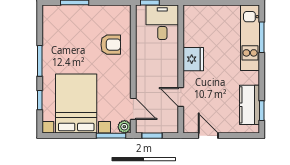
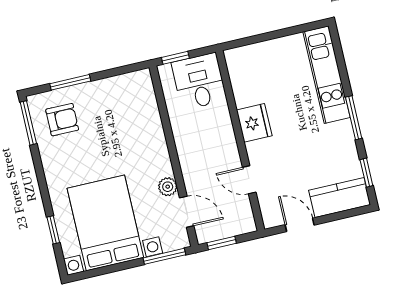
window: (262, 37) -> (354, 118), moved
armchair: (111, 45) -> (62, 120), moved
window: (40, 61) -> (28, 123), moved
kitchen counter: (249, 105) -> (340, 198), moved, turned 90
plant: (124, 127) -> (168, 187), moved

